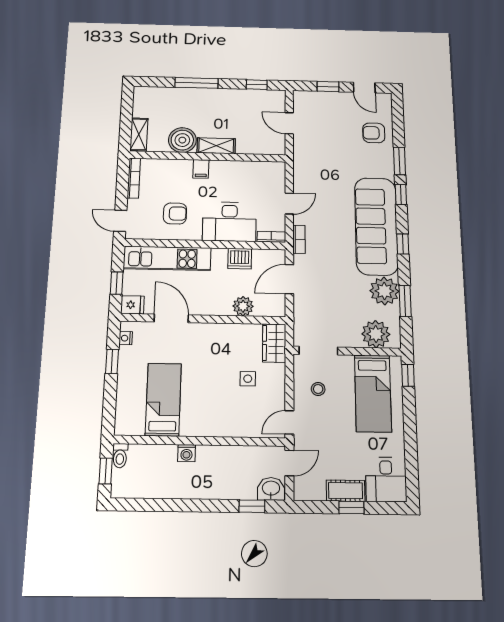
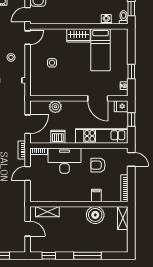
shelving: (216, 146) -> (47, 212), moved
filing cabinet: (201, 169) -> (96, 195), moved
wardrobe: (274, 343) -> (78, 35), moved, turned 90
washing machine: (187, 453) -> (106, 19), moved

